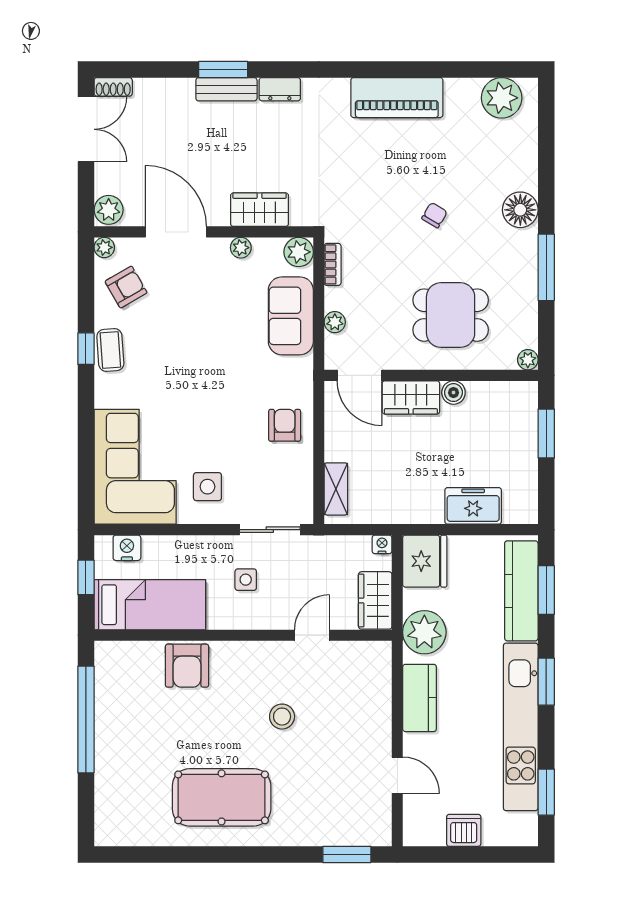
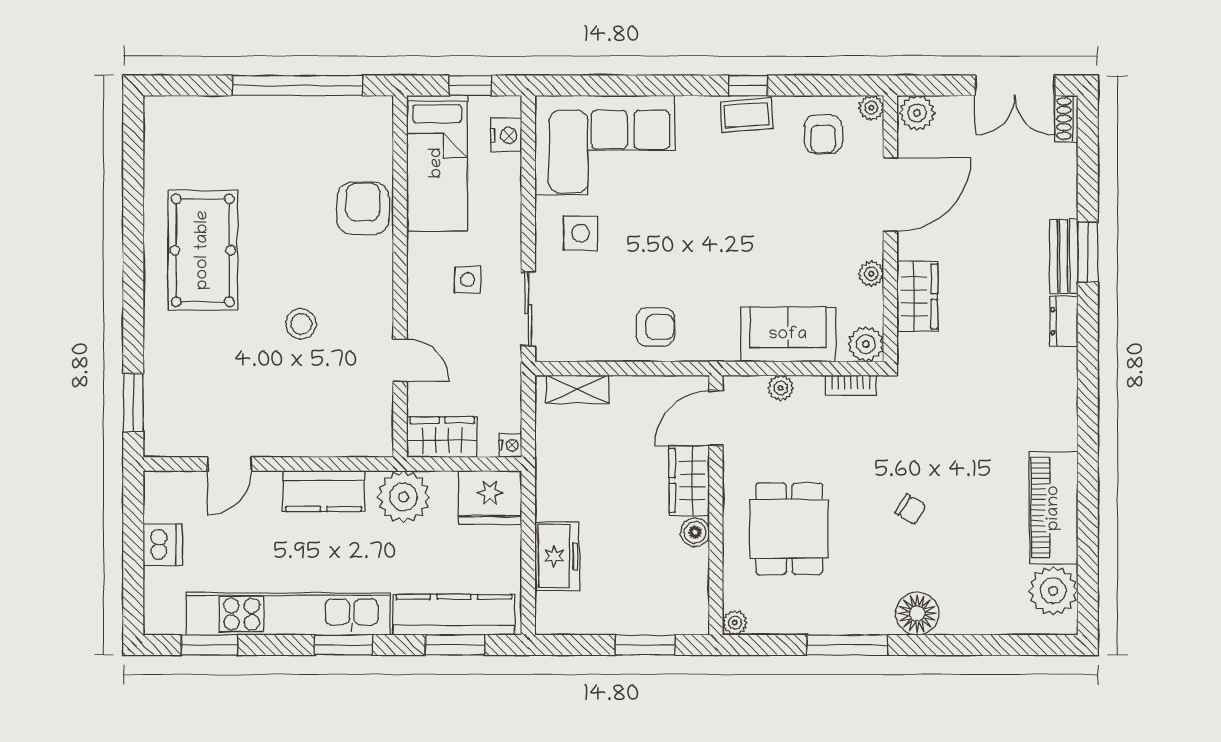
piano: (397, 98) -> (1054, 508), moved
armchair: (126, 287) -> (823, 134), turned 30
armchair: (187, 666) -> (363, 208), turned 90

